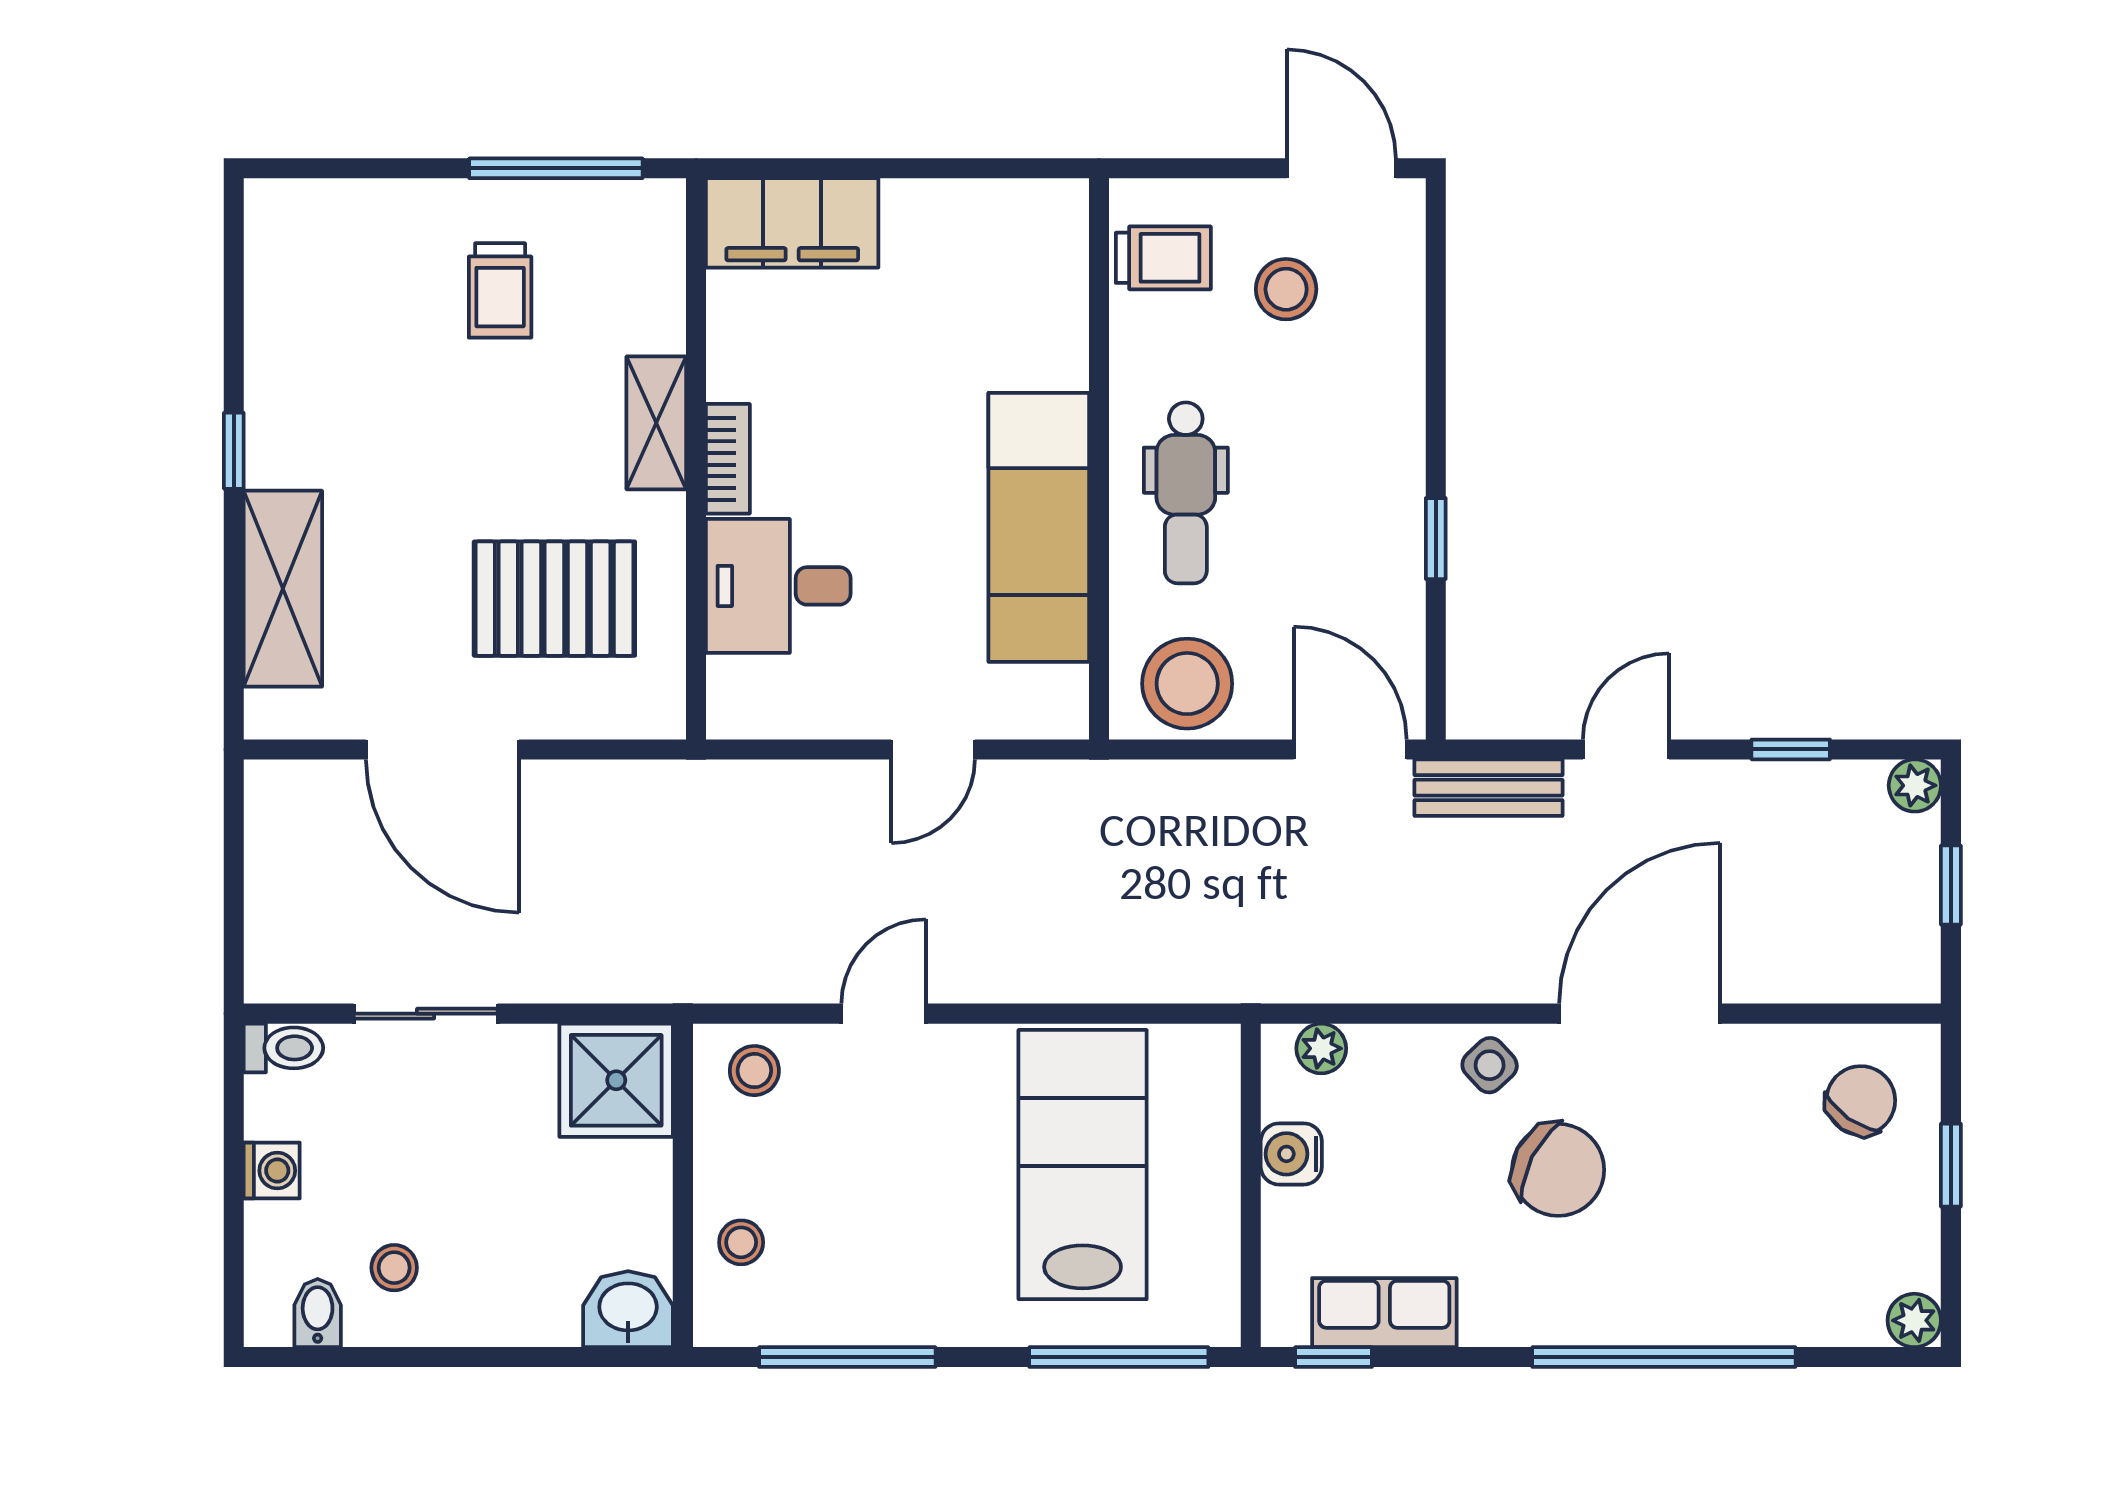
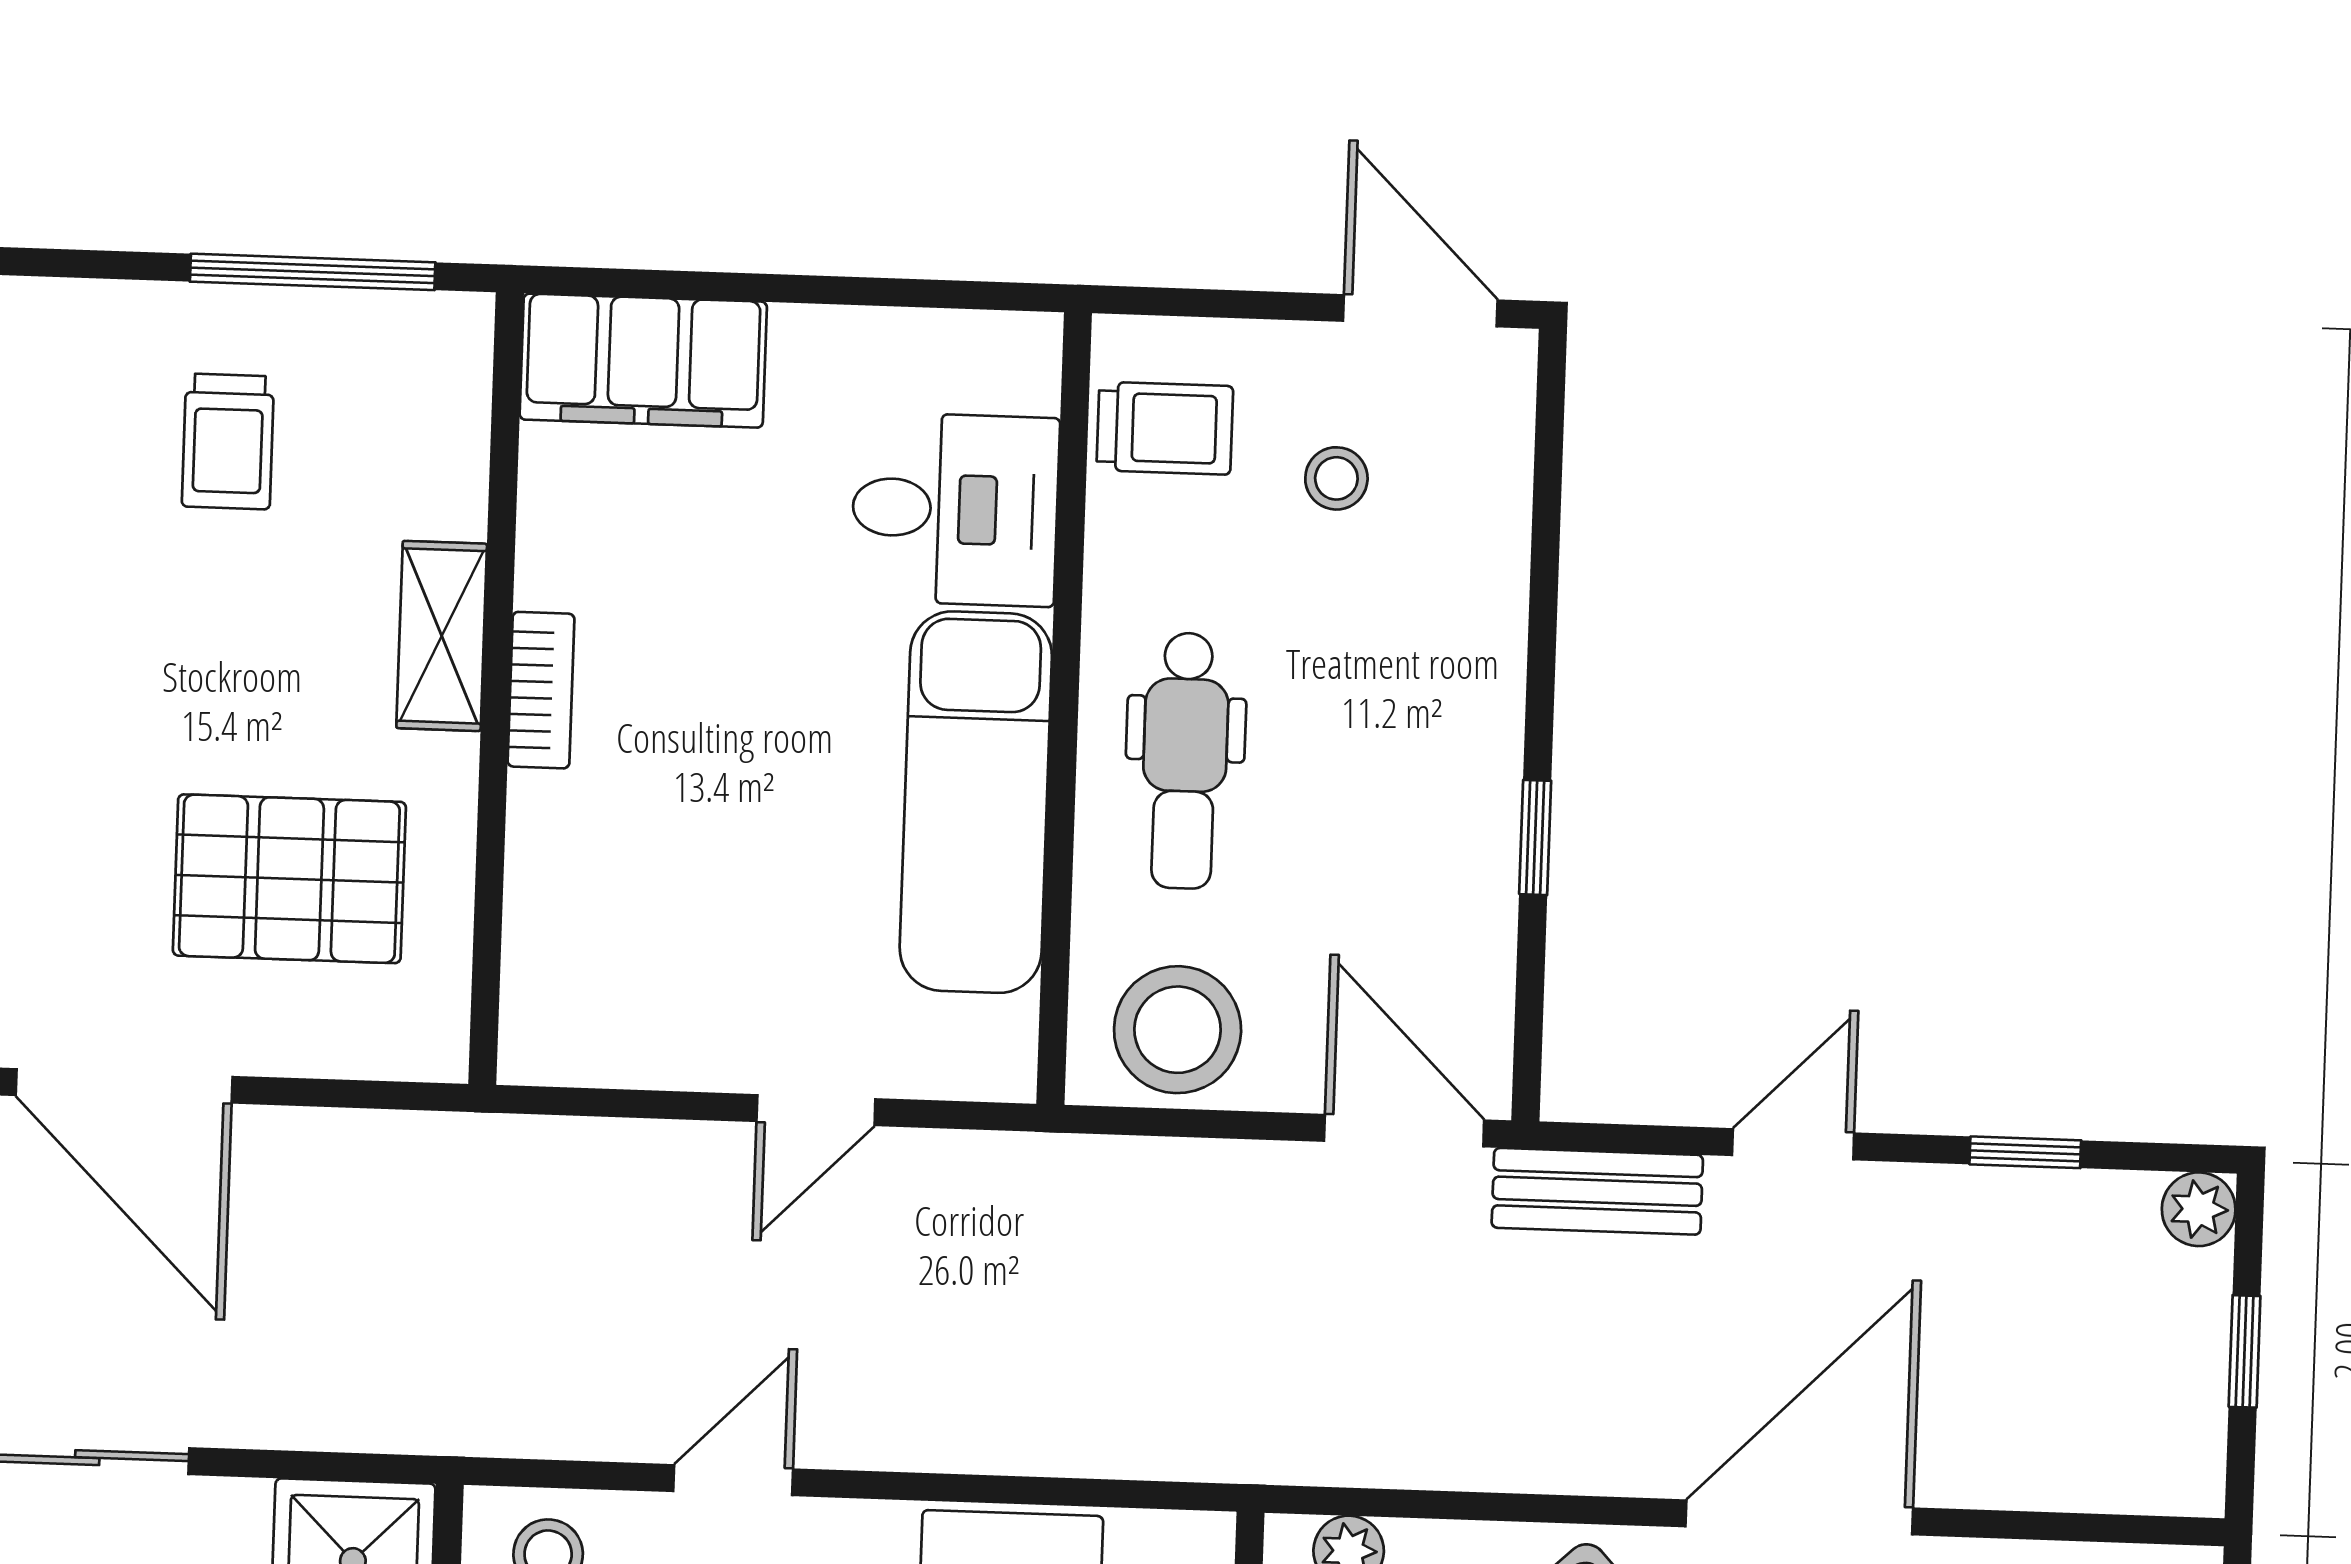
stool: (1286, 289) -> (1336, 478), width x0.73, depth x0.73
desk: (778, 586) -> (955, 509), moved, turned 180

